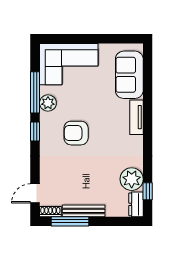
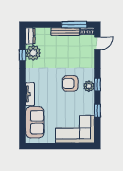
window: (35, 92) -> (97, 110), width x0.46
plant: (48, 103) -> (89, 86), moved
armchair: (76, 133) -> (70, 83), turned 180
window: (148, 191) -> (22, 55), moved

